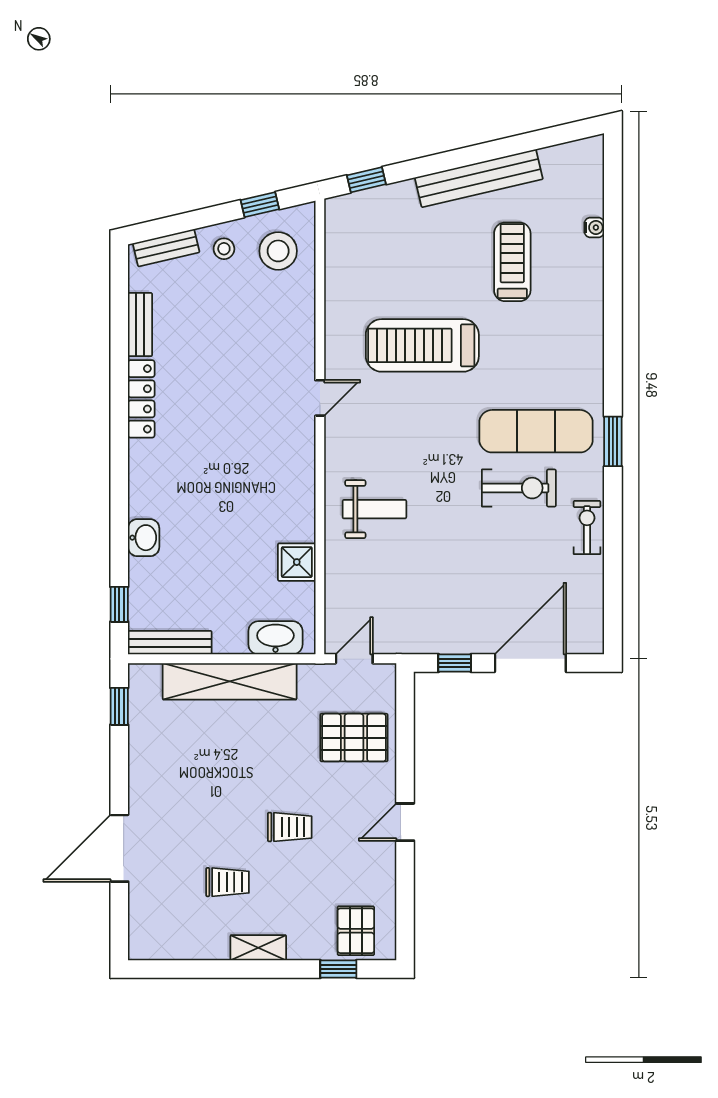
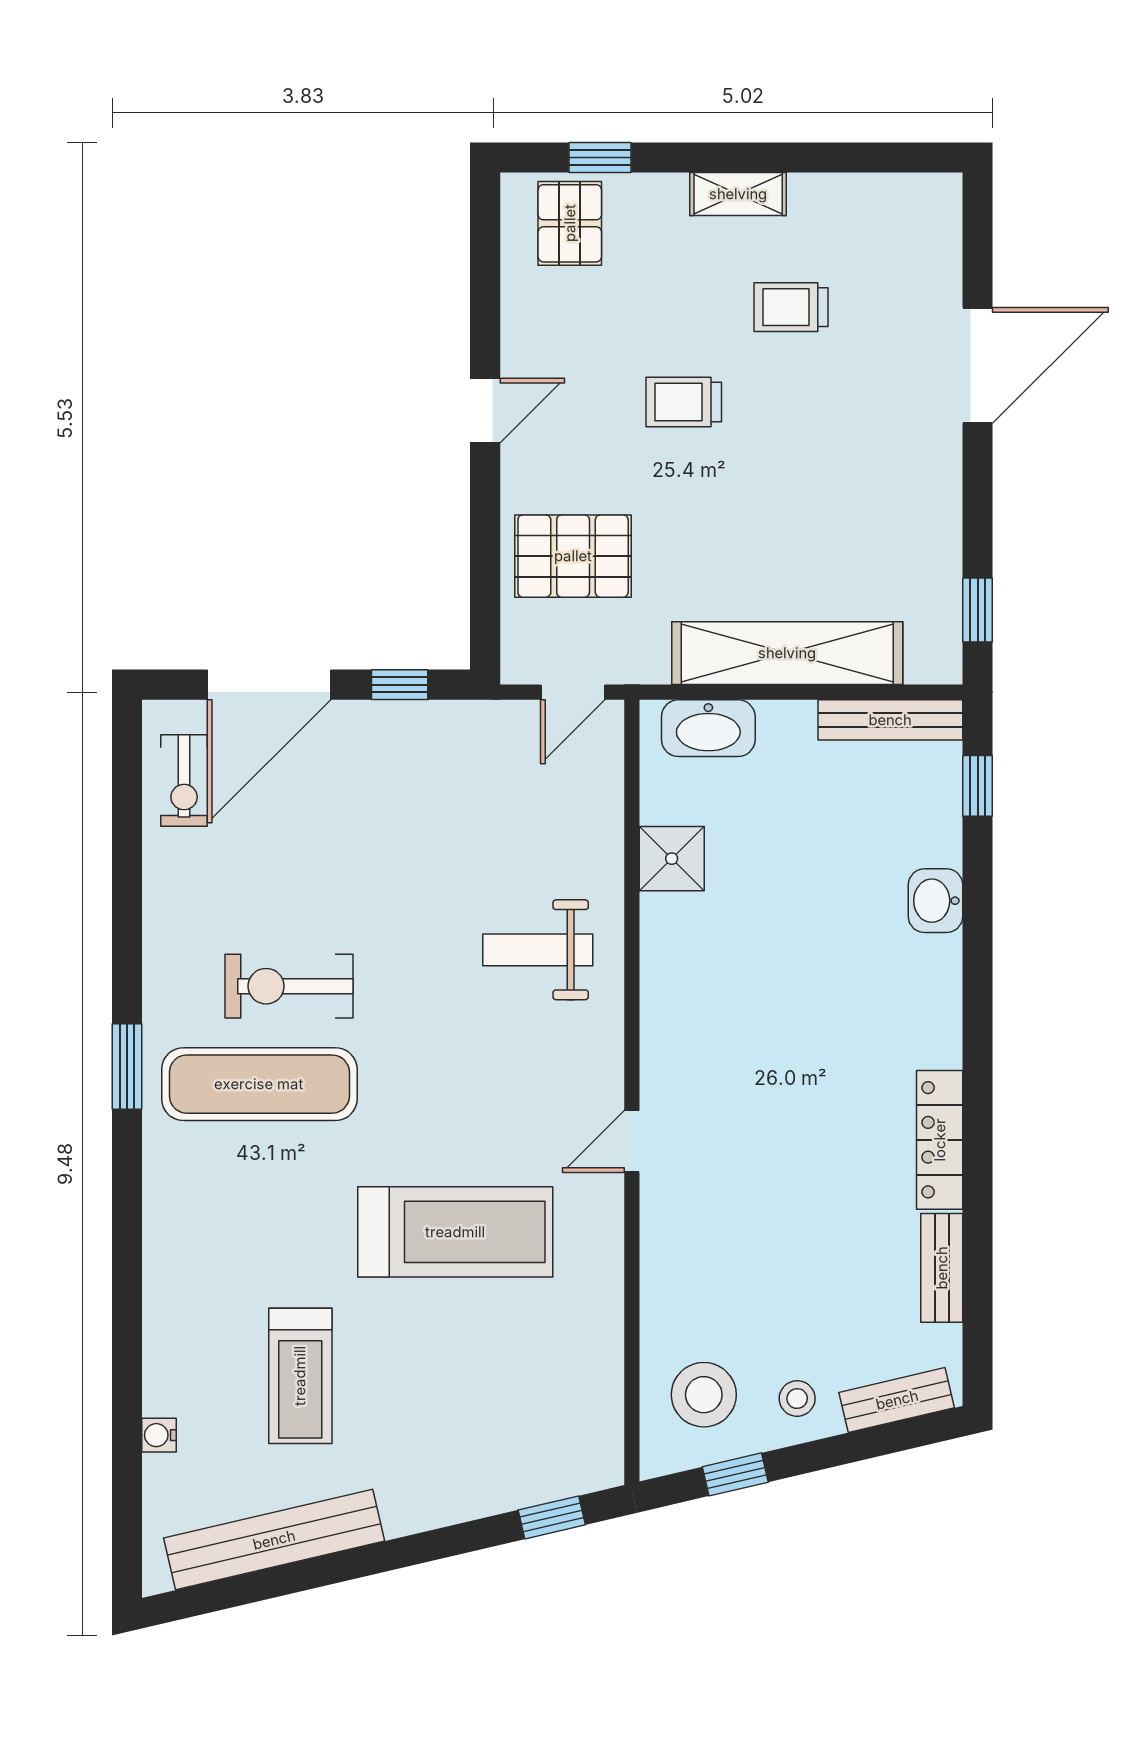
bench: (479, 178) -> (274, 1540), moved
exercise bike: (587, 527) -> (184, 781), moved

